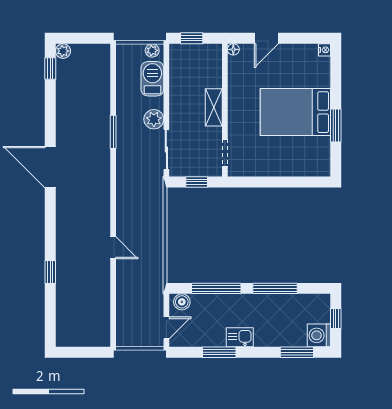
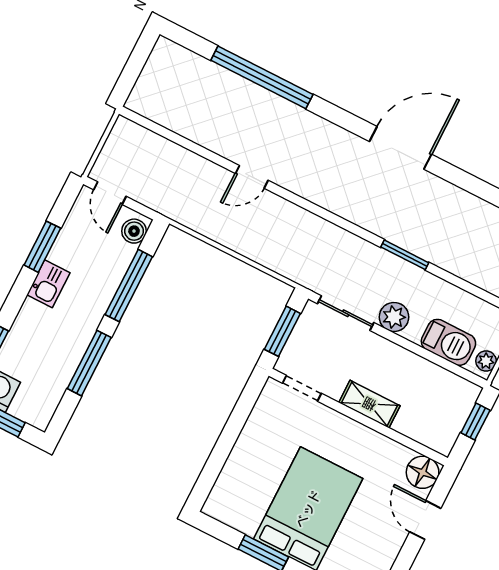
floor lamp: (233, 49) -> (423, 472), width x1.89, depth x1.89
window: (197, 182) -> (282, 331), width x1.50
window: (50, 272) -> (262, 77), width x3.17

